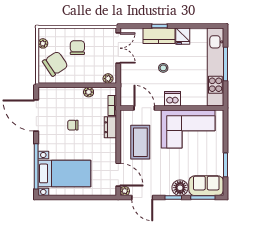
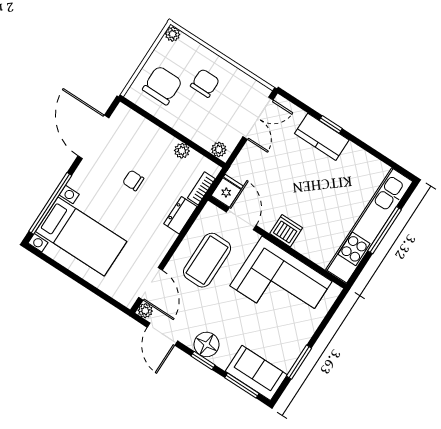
fridge: (183, 36) -> (227, 191), moved, turned 180
plant: (43, 43) -> (173, 34), moved
chair: (55, 64) -> (162, 85), turned -56
stool: (163, 68) -> (300, 182), removed
floor lamp: (180, 188) -> (206, 344), moved

